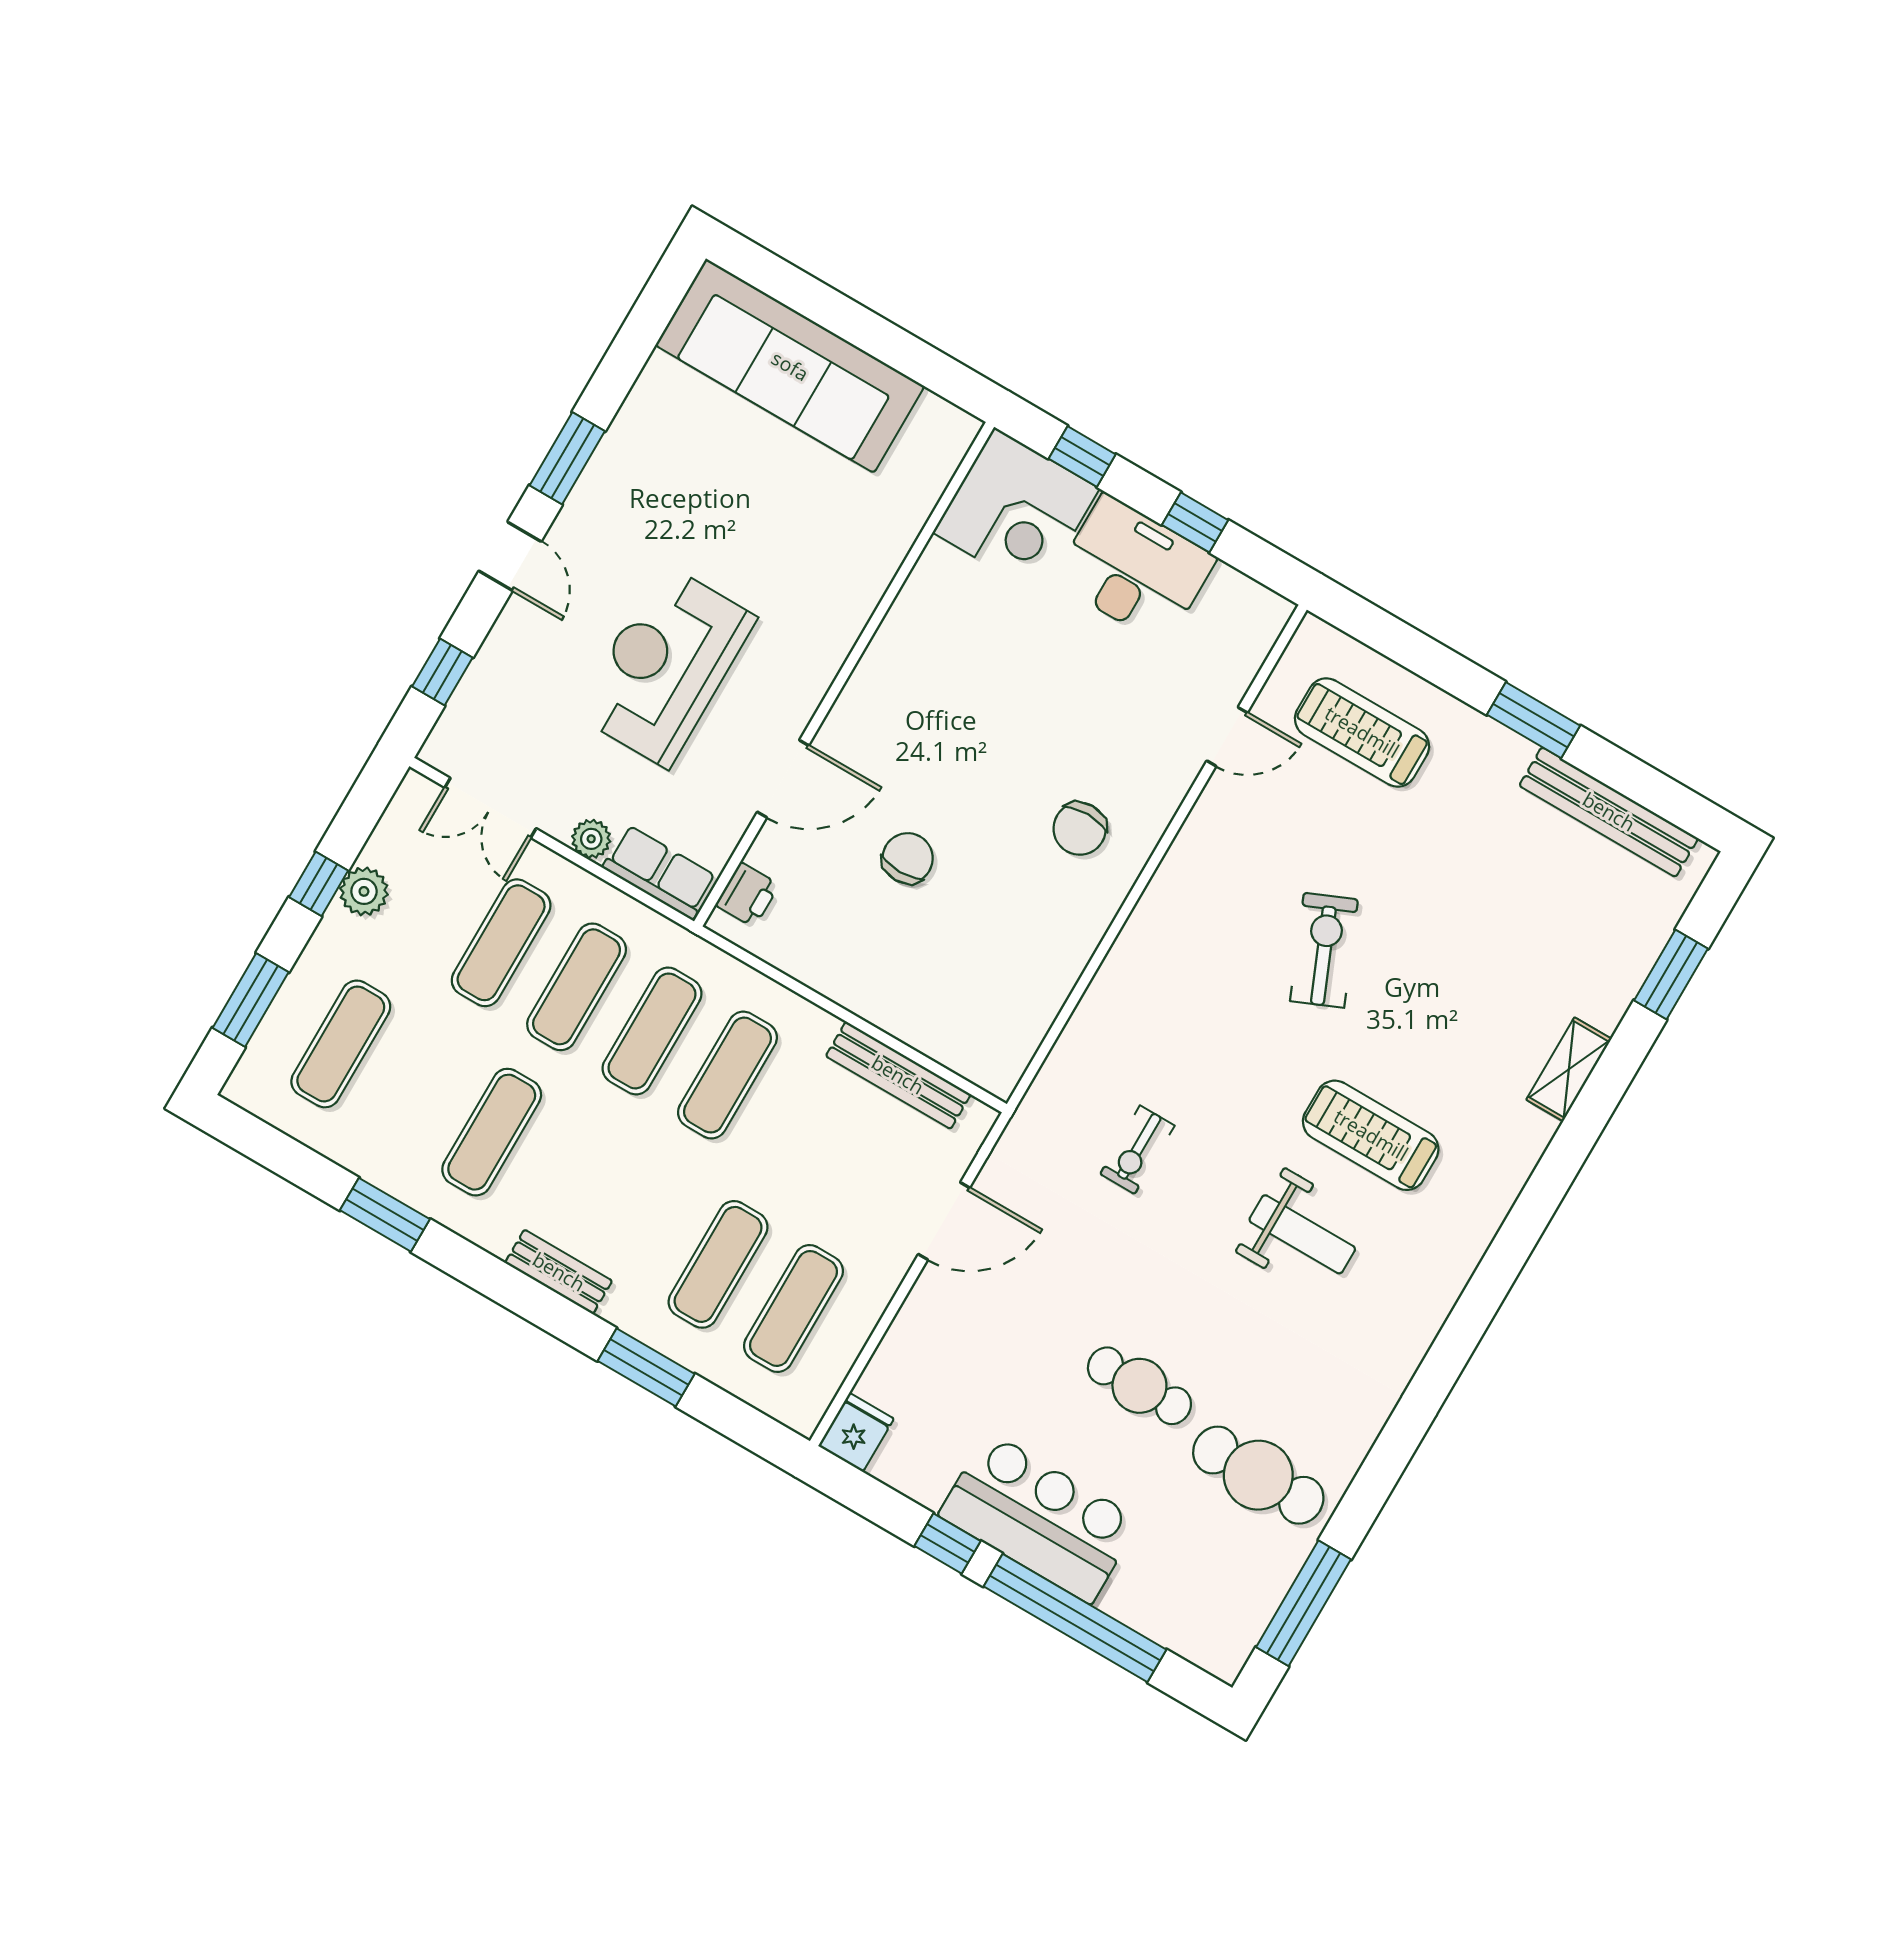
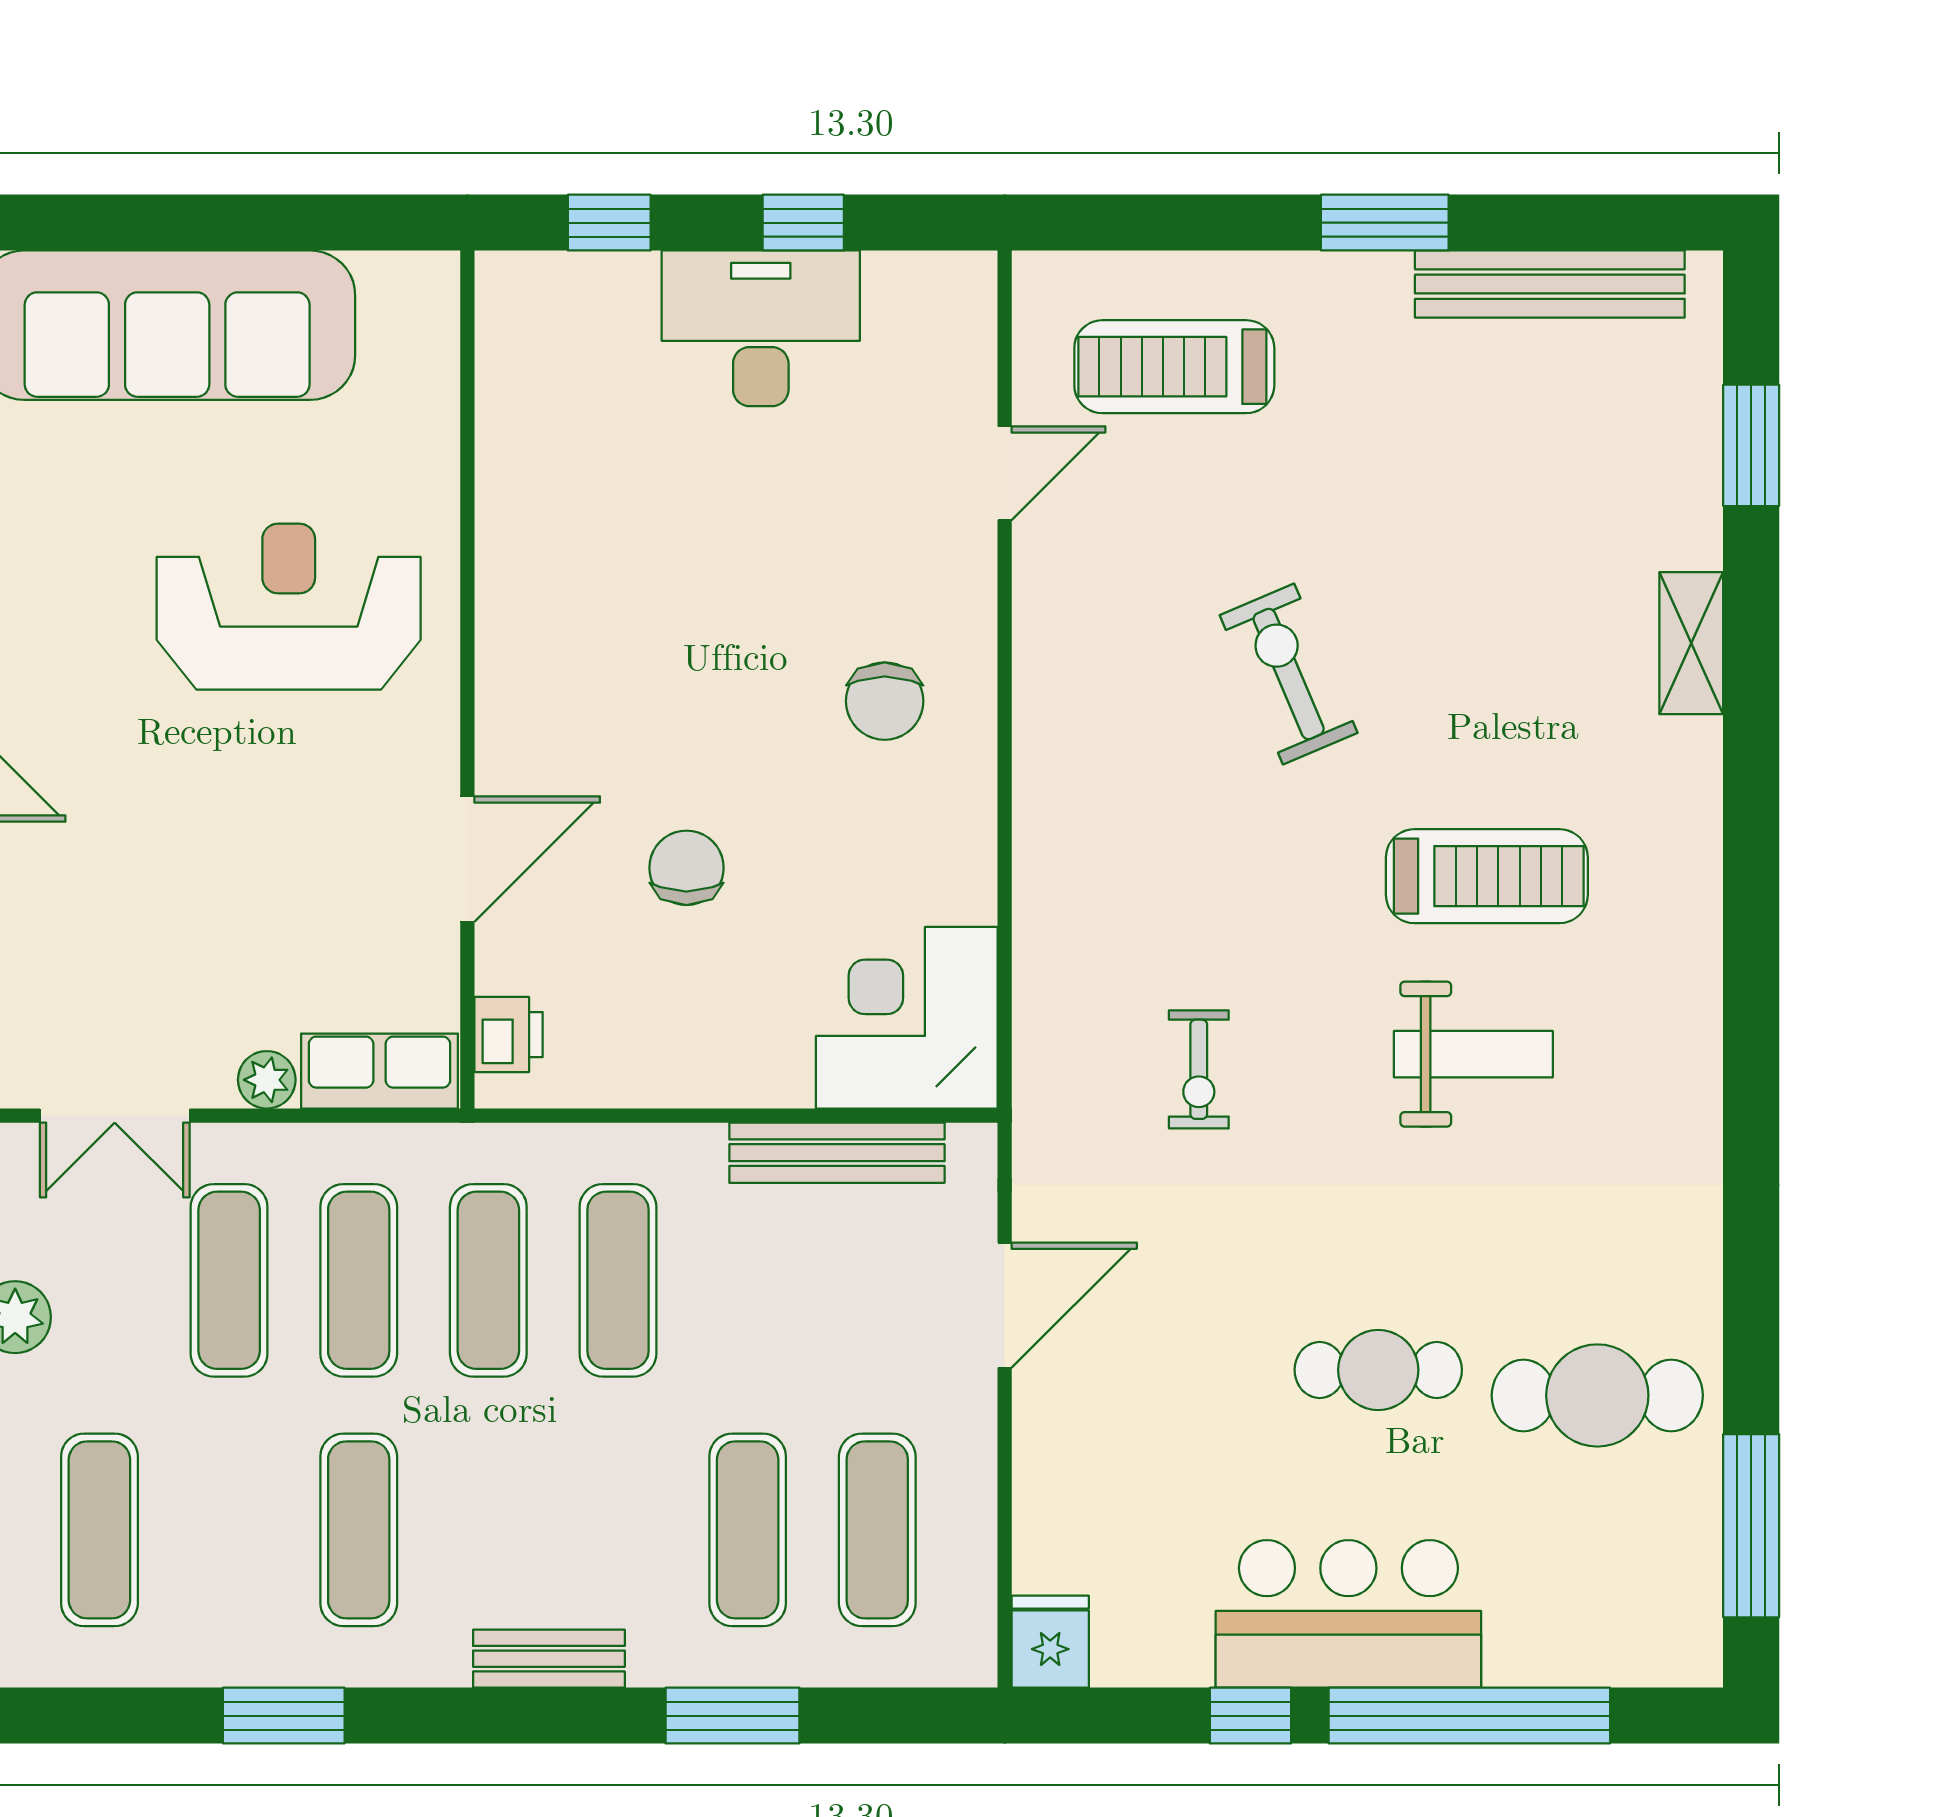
corner desk: (1016, 511) -> (907, 1018), moved, turned 180
reception desk: (666, 666) -> (289, 607), moved, turned 90
treadmill: (1371, 1135) -> (1487, 876), turned 180

